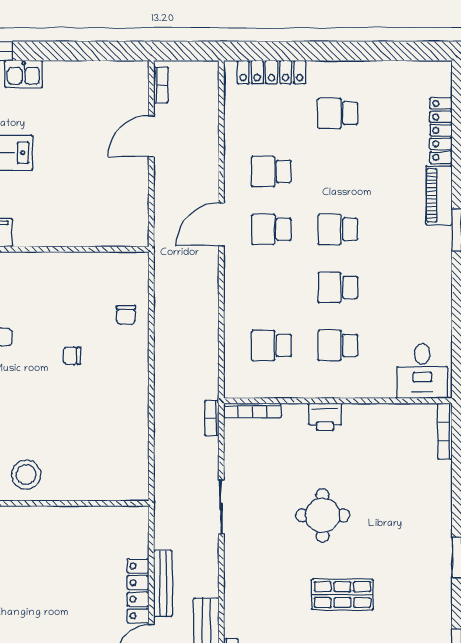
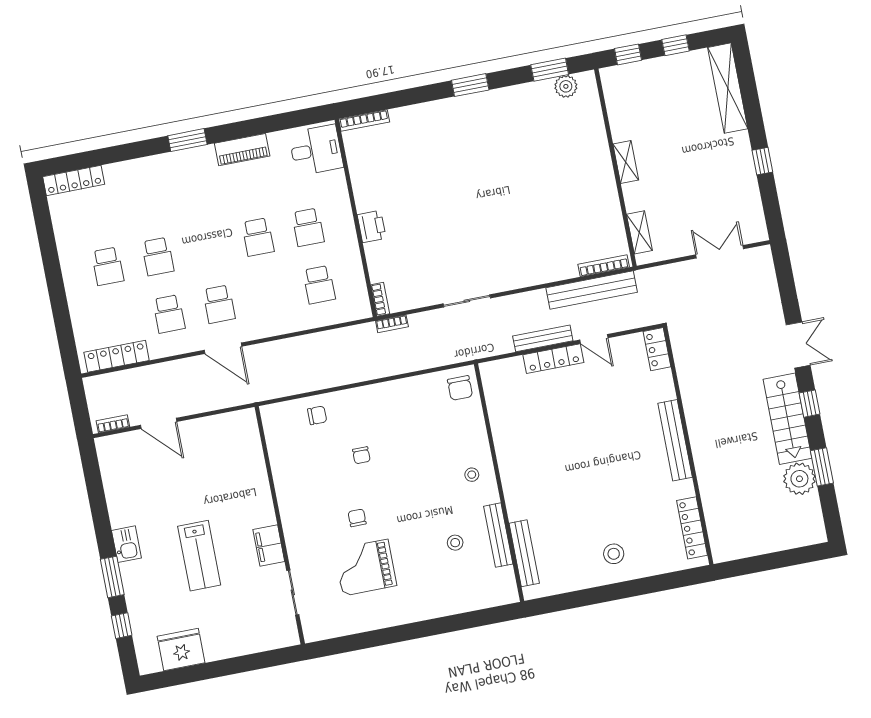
locker: (271, 72) -> (117, 356), moved, turned -90
locker: (441, 130) -> (74, 181), moved
piano: (439, 195) -> (242, 150), moved
school desk: (338, 229) -> (158, 257), moved
bookcase: (252, 410) -> (380, 299), width x0.64
stool: (26, 475) -> (472, 475), width x0.53, depth x0.53
chair: (125, 480) -> (460, 388), added
round table: (323, 515) -> (457, 212), removed
shop shelf: (342, 595) -> (522, 182), removed

